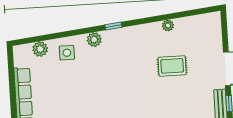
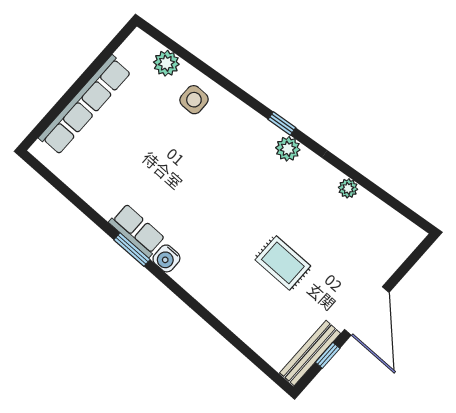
plant: (94, 40) -> (288, 149), moved
rug: (172, 66) -> (283, 263), moved

